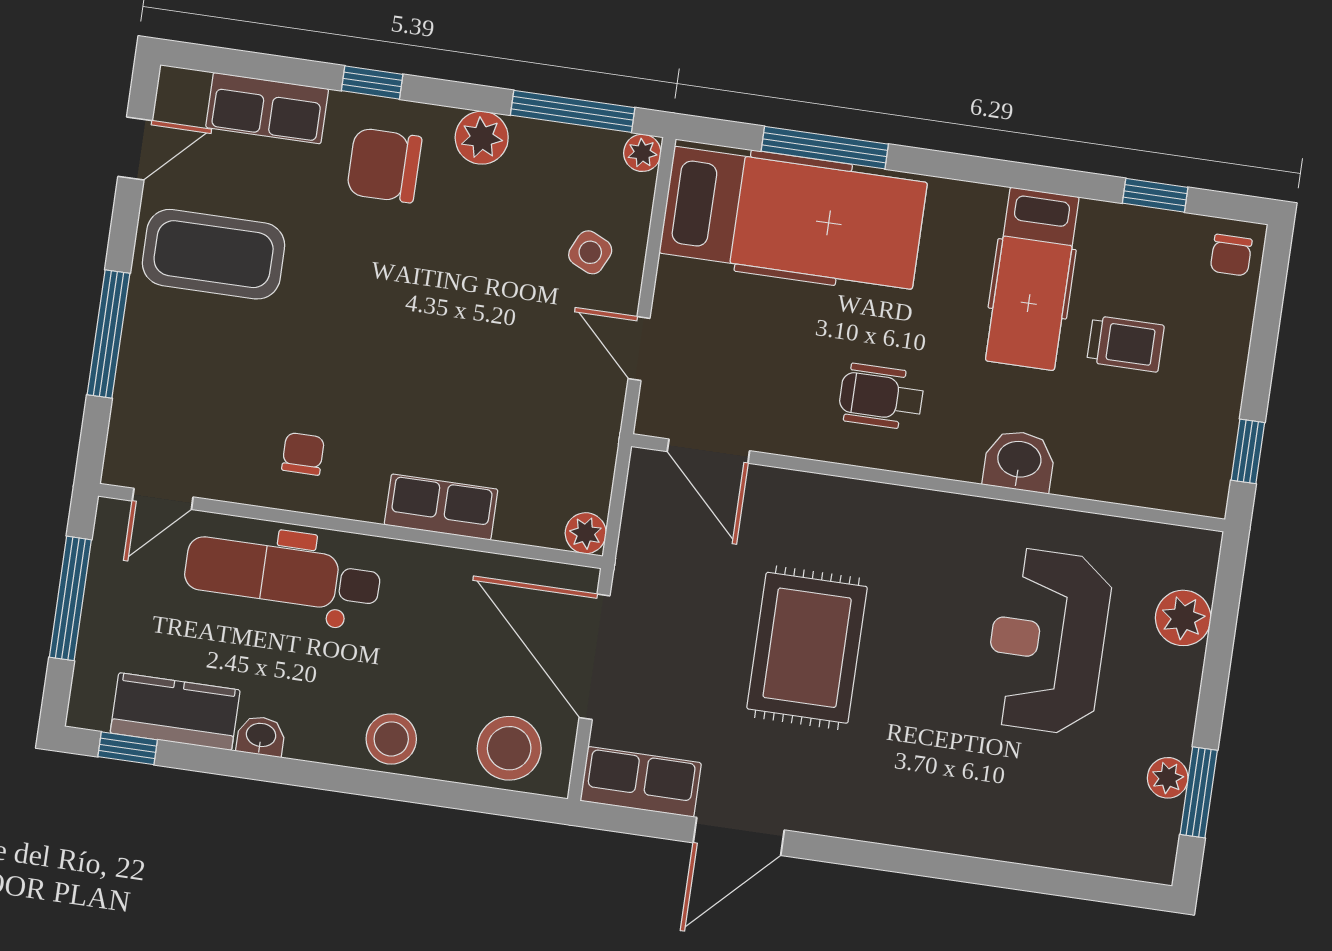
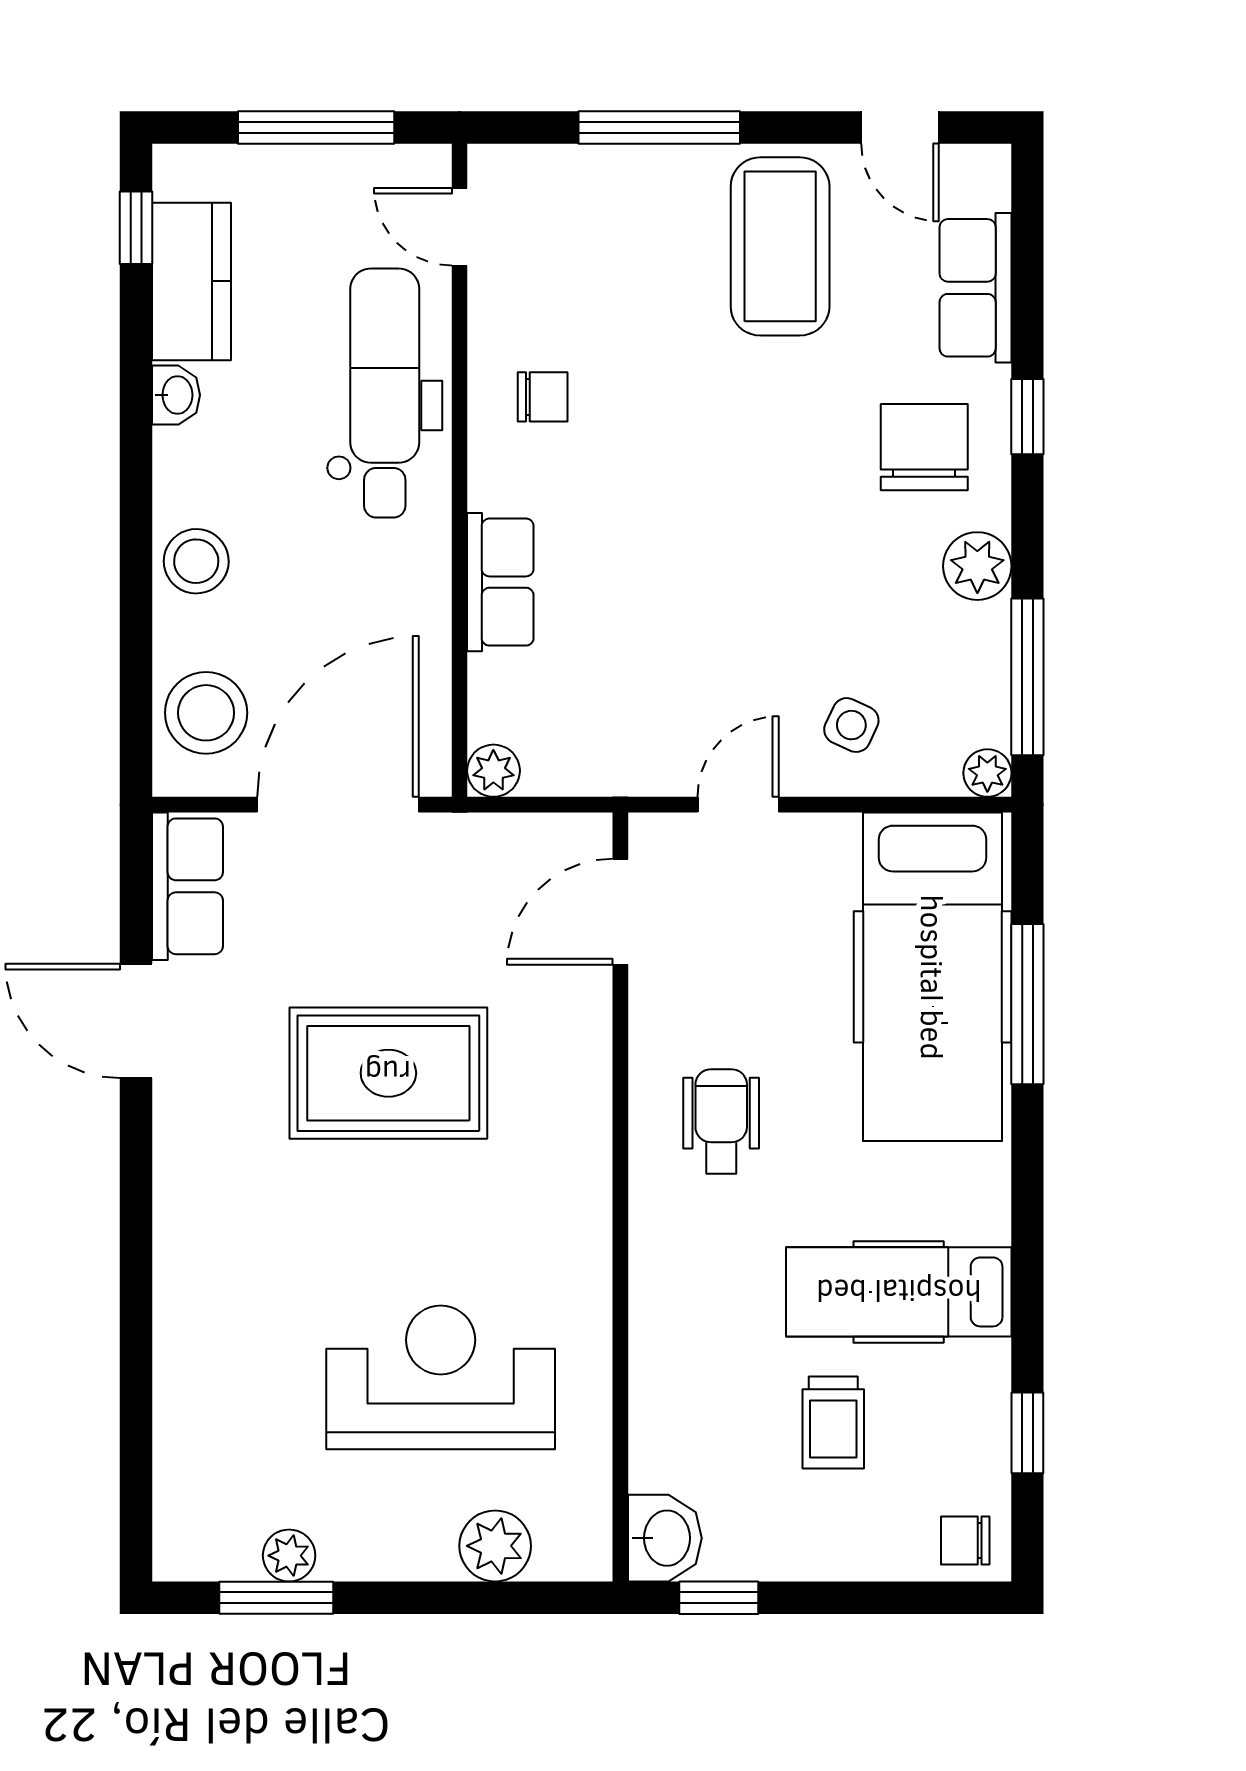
washbasin: (1019, 461) -> (665, 1538), moved

